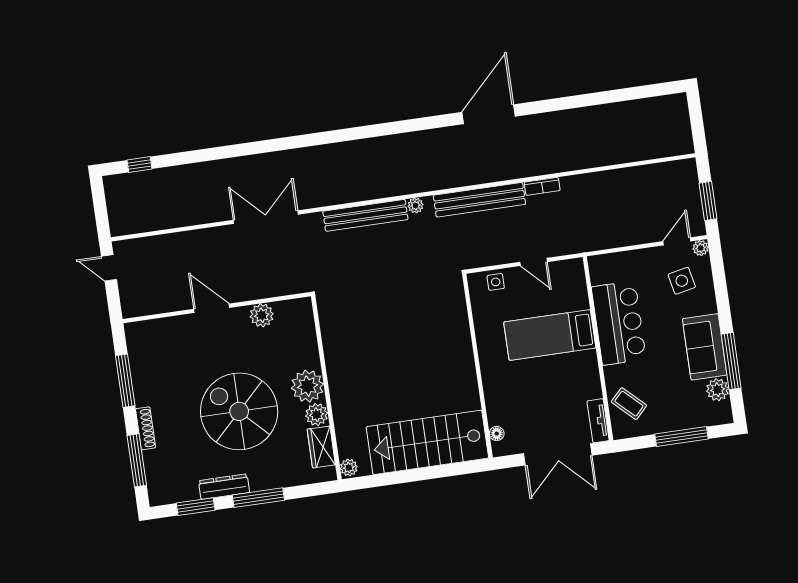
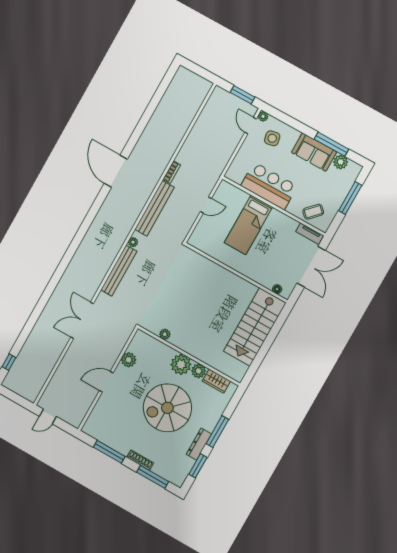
side table: (496, 282) -> (201, 232), removed
plant: (349, 468) -> (165, 334), moved

